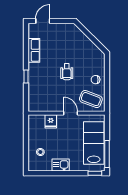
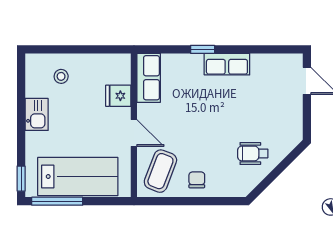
row of seats: (34, 50) -> (227, 64), moved
wheelchair: (67, 72) -> (253, 153), moved
row of seats: (41, 105) -> (149, 78), added
door: (71, 113) -> (134, 133), hinge flipped

